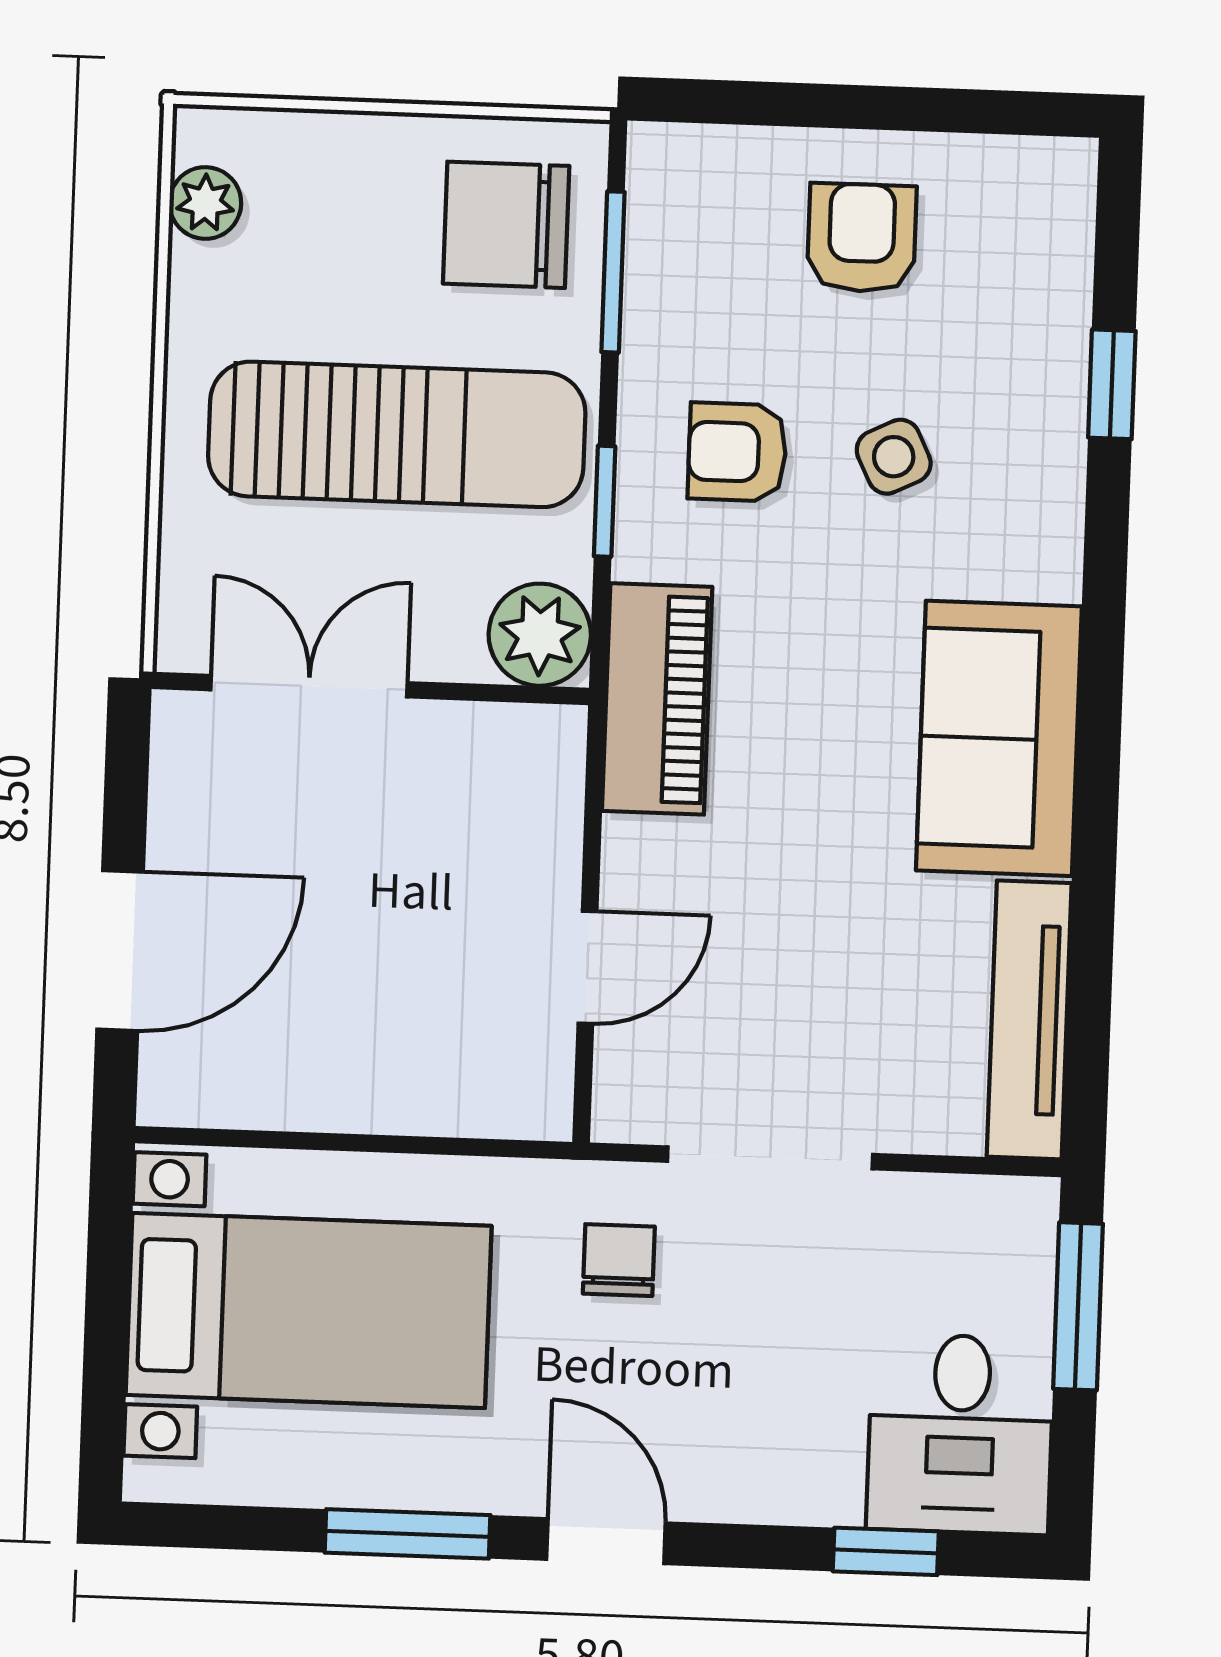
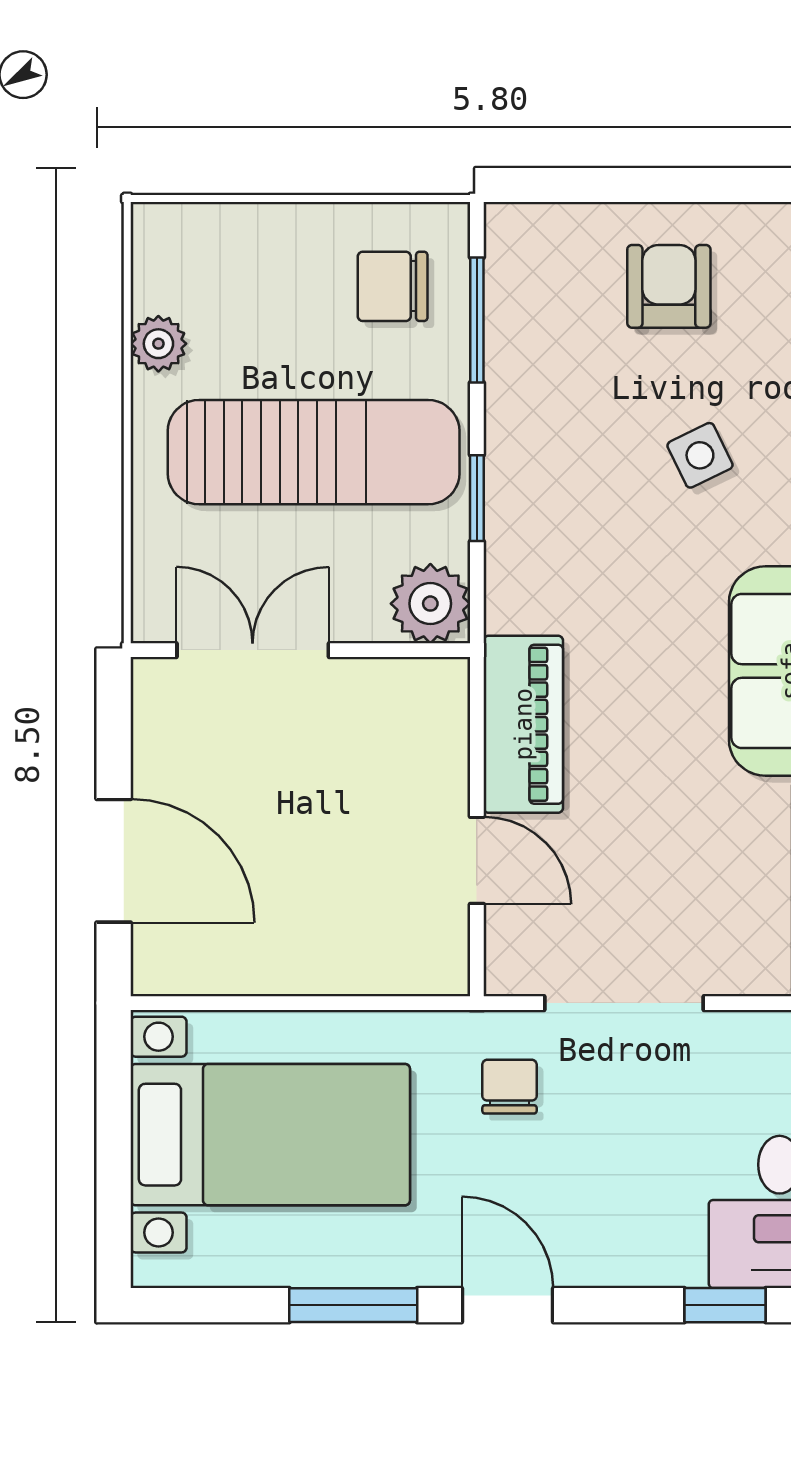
plant: (205, 203) -> (158, 344), moved
chair: (506, 225) -> (393, 286), width x0.73, depth x0.73
armchair: (737, 452) -> (578, 456), removed
piano: (657, 699) -> (523, 724), moved
door: (120, 951) -> (114, 861), hinge flipped
door: (587, 967) -> (477, 860), hinge flipped

